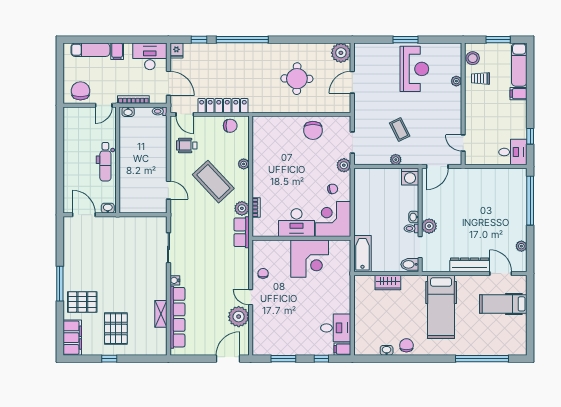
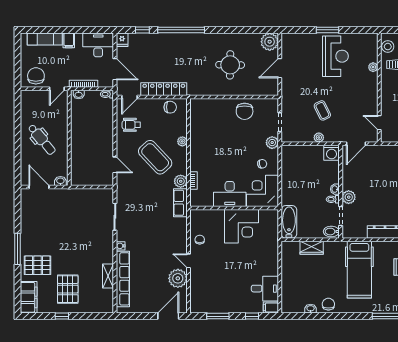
door: (185, 114) -> (129, 97), hinge flipped
dental chair: (105, 162) -> (42, 140), moved, turned -40

